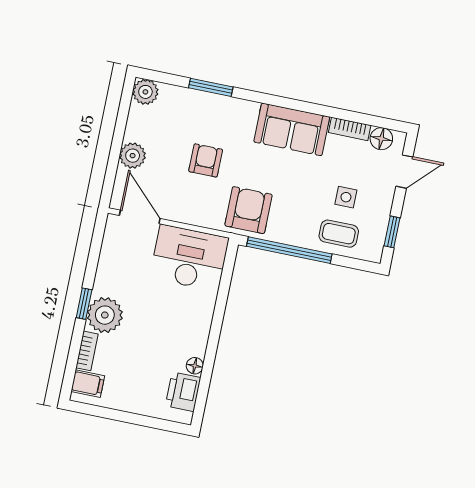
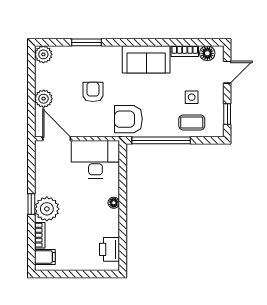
armchair: (249, 210) -> (128, 119), turned -90
floor lamp: (195, 366) -> (114, 203), moved

